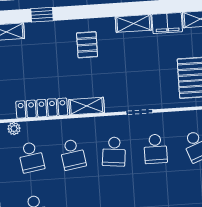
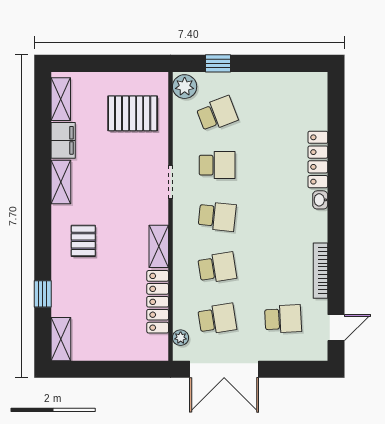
pallet: (87, 45) -> (83, 241), turned 90

